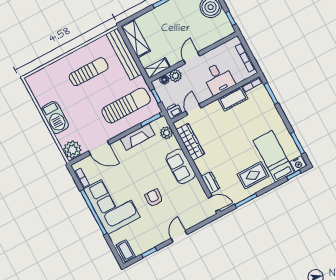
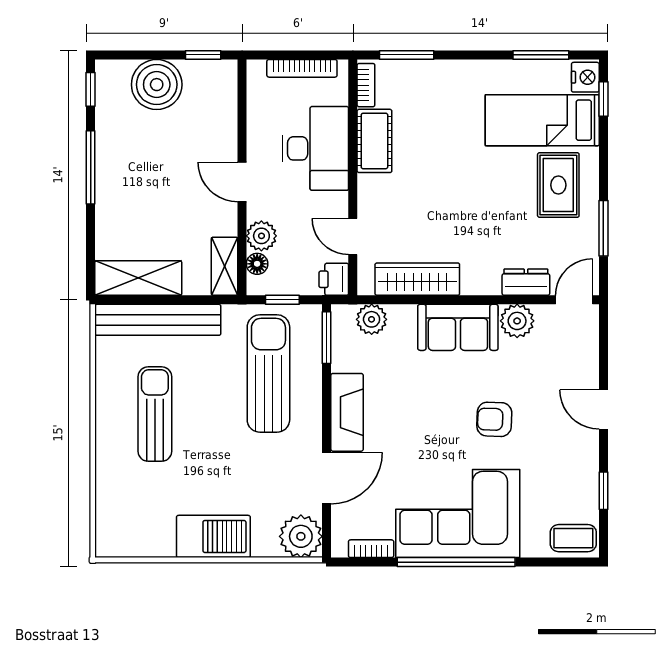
desk: (218, 78) -> (315, 148), width x1.37
fireplace: (137, 137) -> (347, 412), moved
plant: (195, 187) -> (517, 321), added

